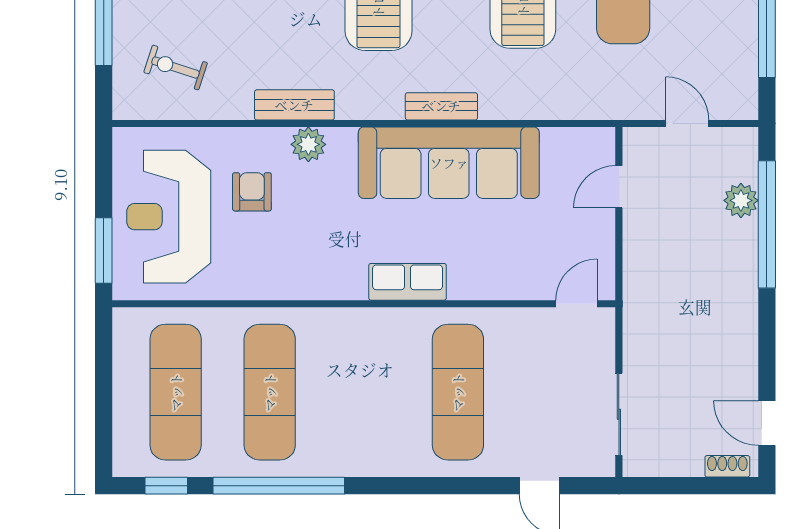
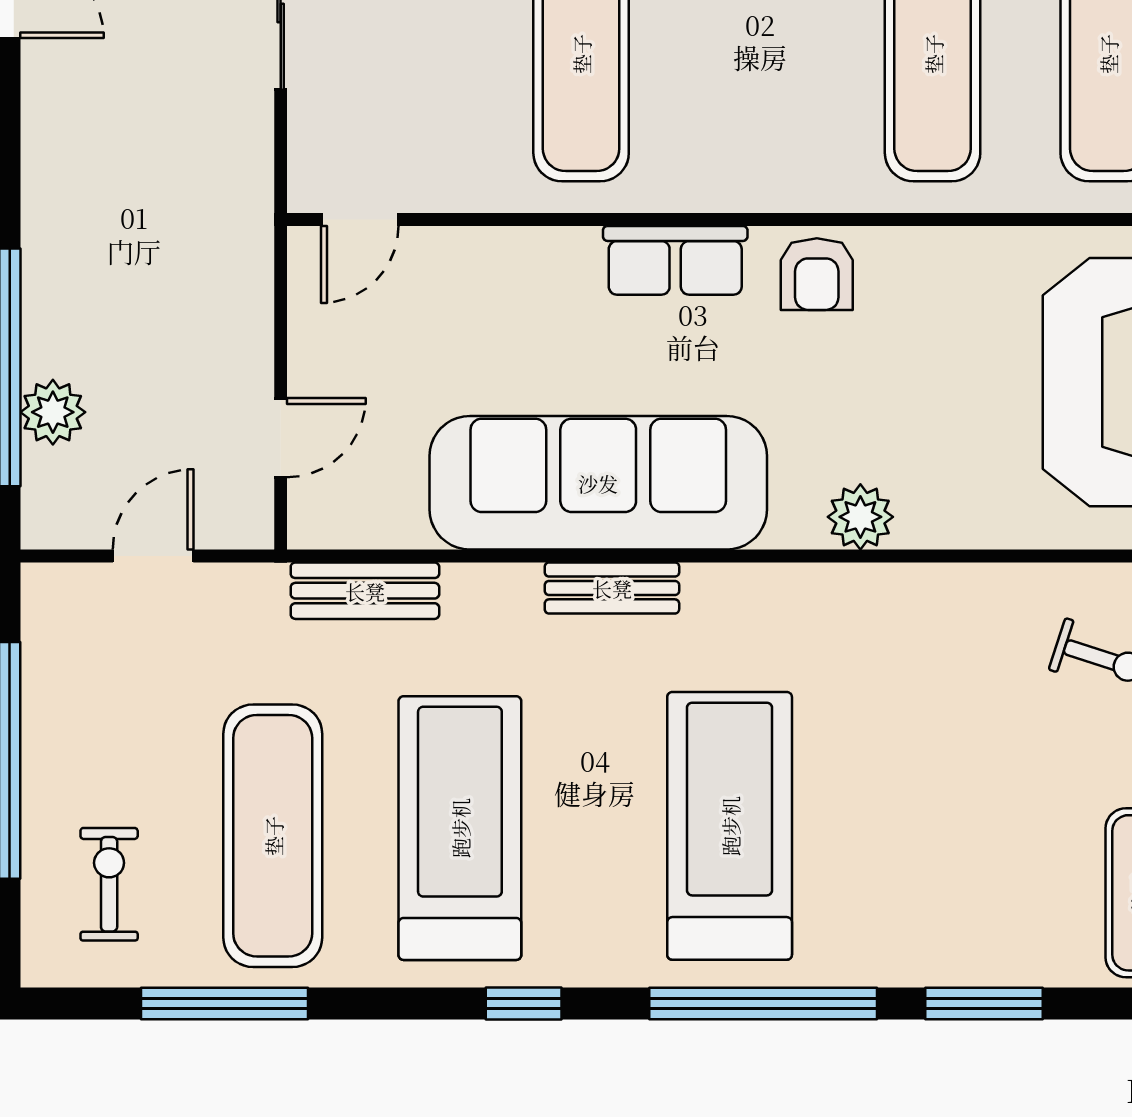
bench: (294, 105) -> (365, 591), moved
door: (687, 123) -> (153, 556), swing flipped
armchair: (252, 192) -> (817, 274), moved

